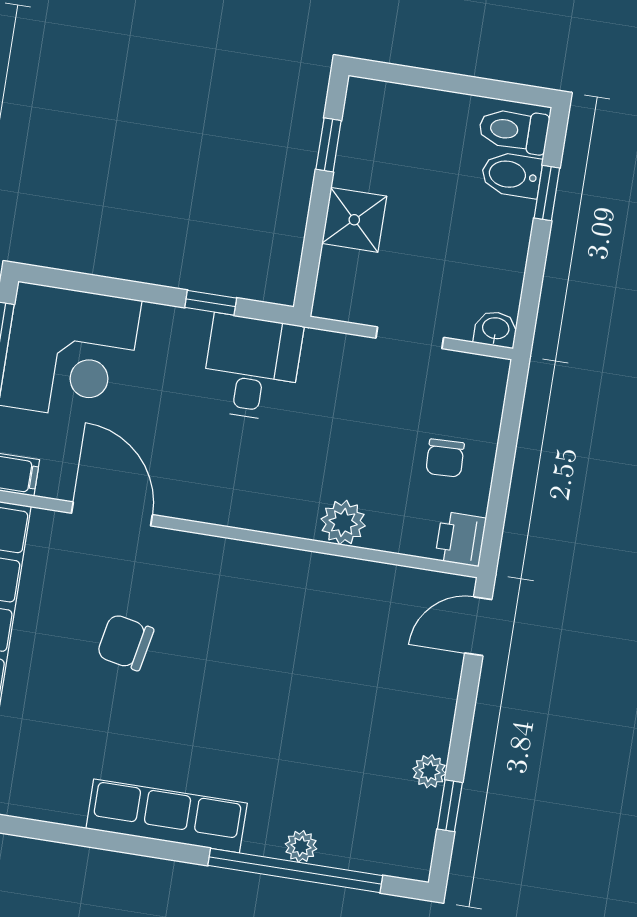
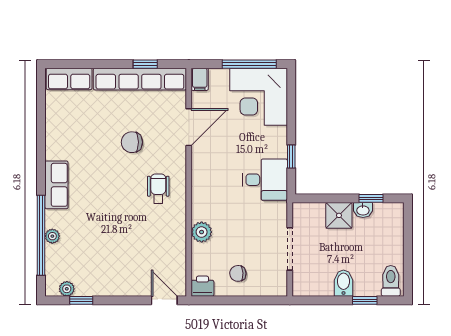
bidet: (511, 175) -> (343, 283), moved
washbasin: (496, 329) -> (363, 210), moved, turned 90
doorway: (410, 338) -> (290, 249), width x1.38
wheelchair: (234, 601) -> (158, 189), added
chair: (125, 642) -> (132, 142), turned -101
plant: (429, 771) -> (67, 289), moved
row of seats: (167, 816) -> (56, 185), width x0.68

